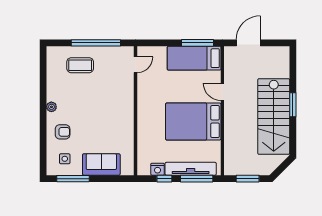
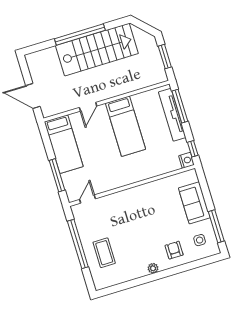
window: (197, 43) -> (57, 175), moved
door: (136, 65) -> (87, 199), hinge flipped
window: (293, 105) -> (80, 35), width x2.11
bed: (193, 122) -> (125, 126), width x0.67
nightstand: (158, 169) -> (186, 160), moved
window: (164, 179) -> (193, 149), moved

